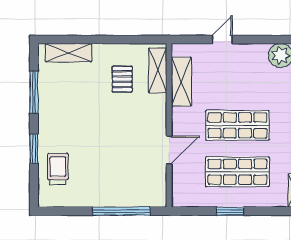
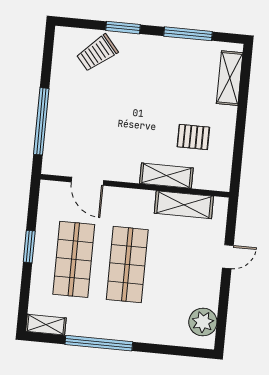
door: (222, 40) -> (228, 257), hinge flipped
shelving: (158, 70) -> (166, 176), moved
door: (169, 150) -> (87, 181), moved
trolley: (58, 169) -> (97, 53), turned 140

